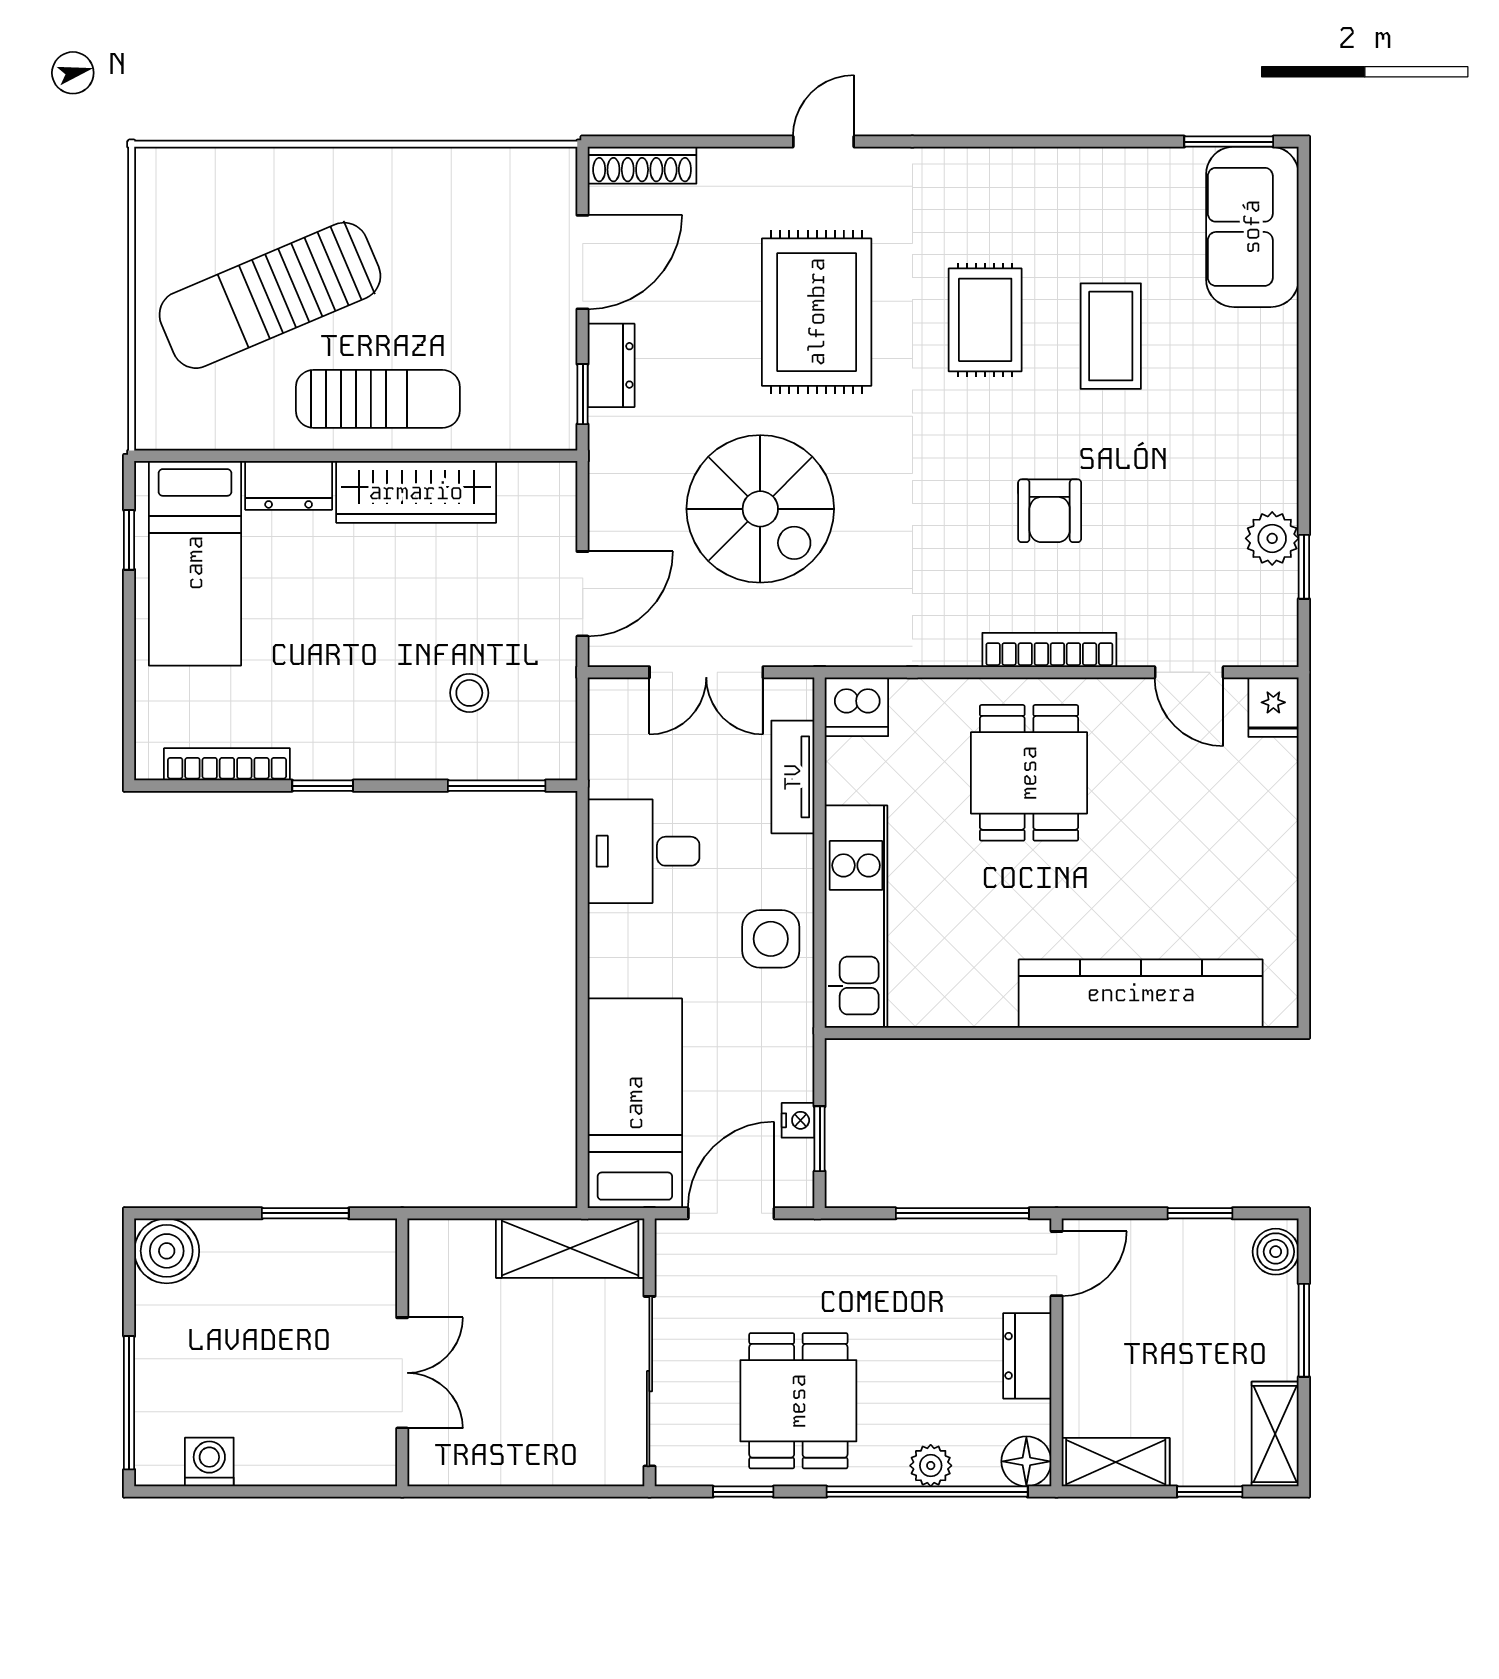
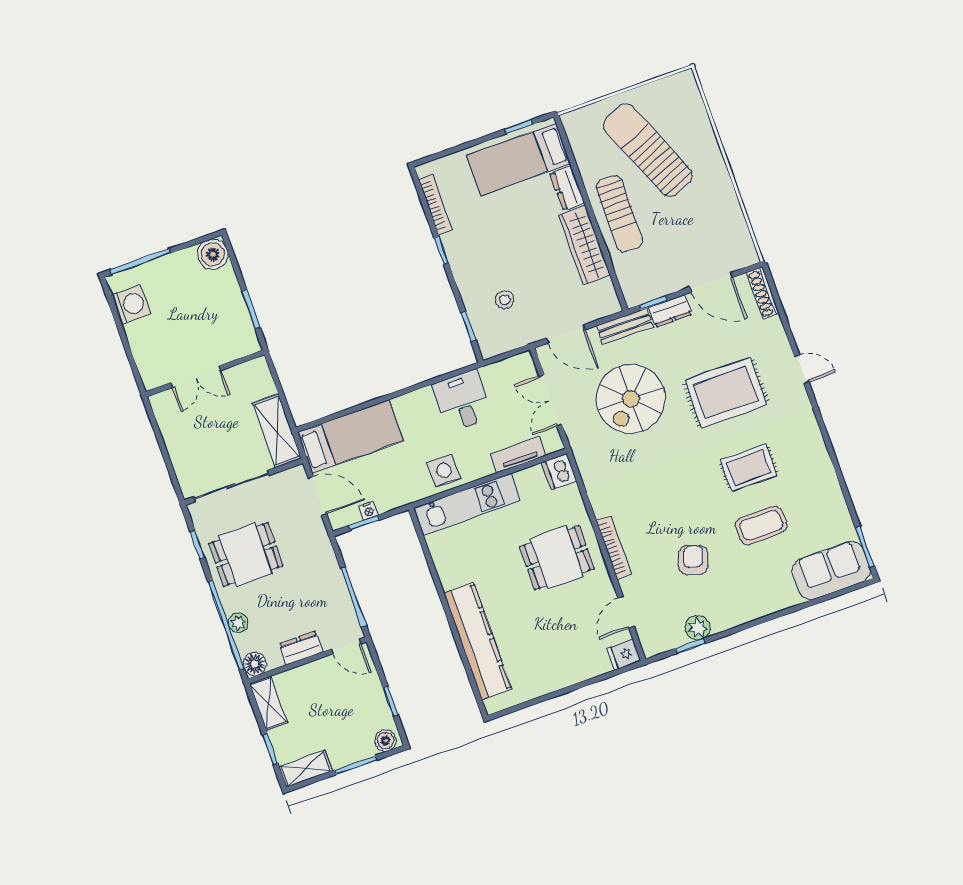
bench: (610, 469) -> (625, 326), added
armchair: (1050, 511) -> (693, 560), moved, turned 108
window: (497, 786) -> (468, 326), width x0.67
washing machine: (209, 1462) -> (131, 304), width x1.38, depth x1.38

